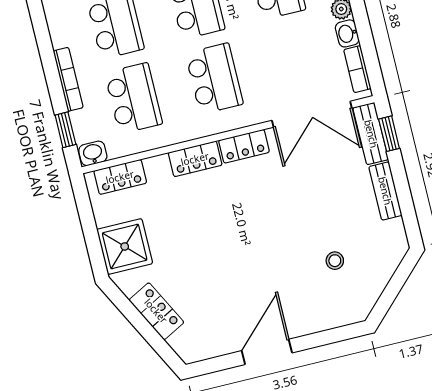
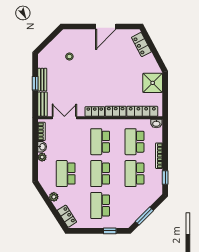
double door: (312, 114) -> (64, 118), width x0.73
window: (65, 130) -> (165, 177), moved
window: (389, 134) -> (35, 83), moved
locker: (120, 177) -> (142, 111), width x1.53
locker: (156, 311) -> (141, 45), moved

